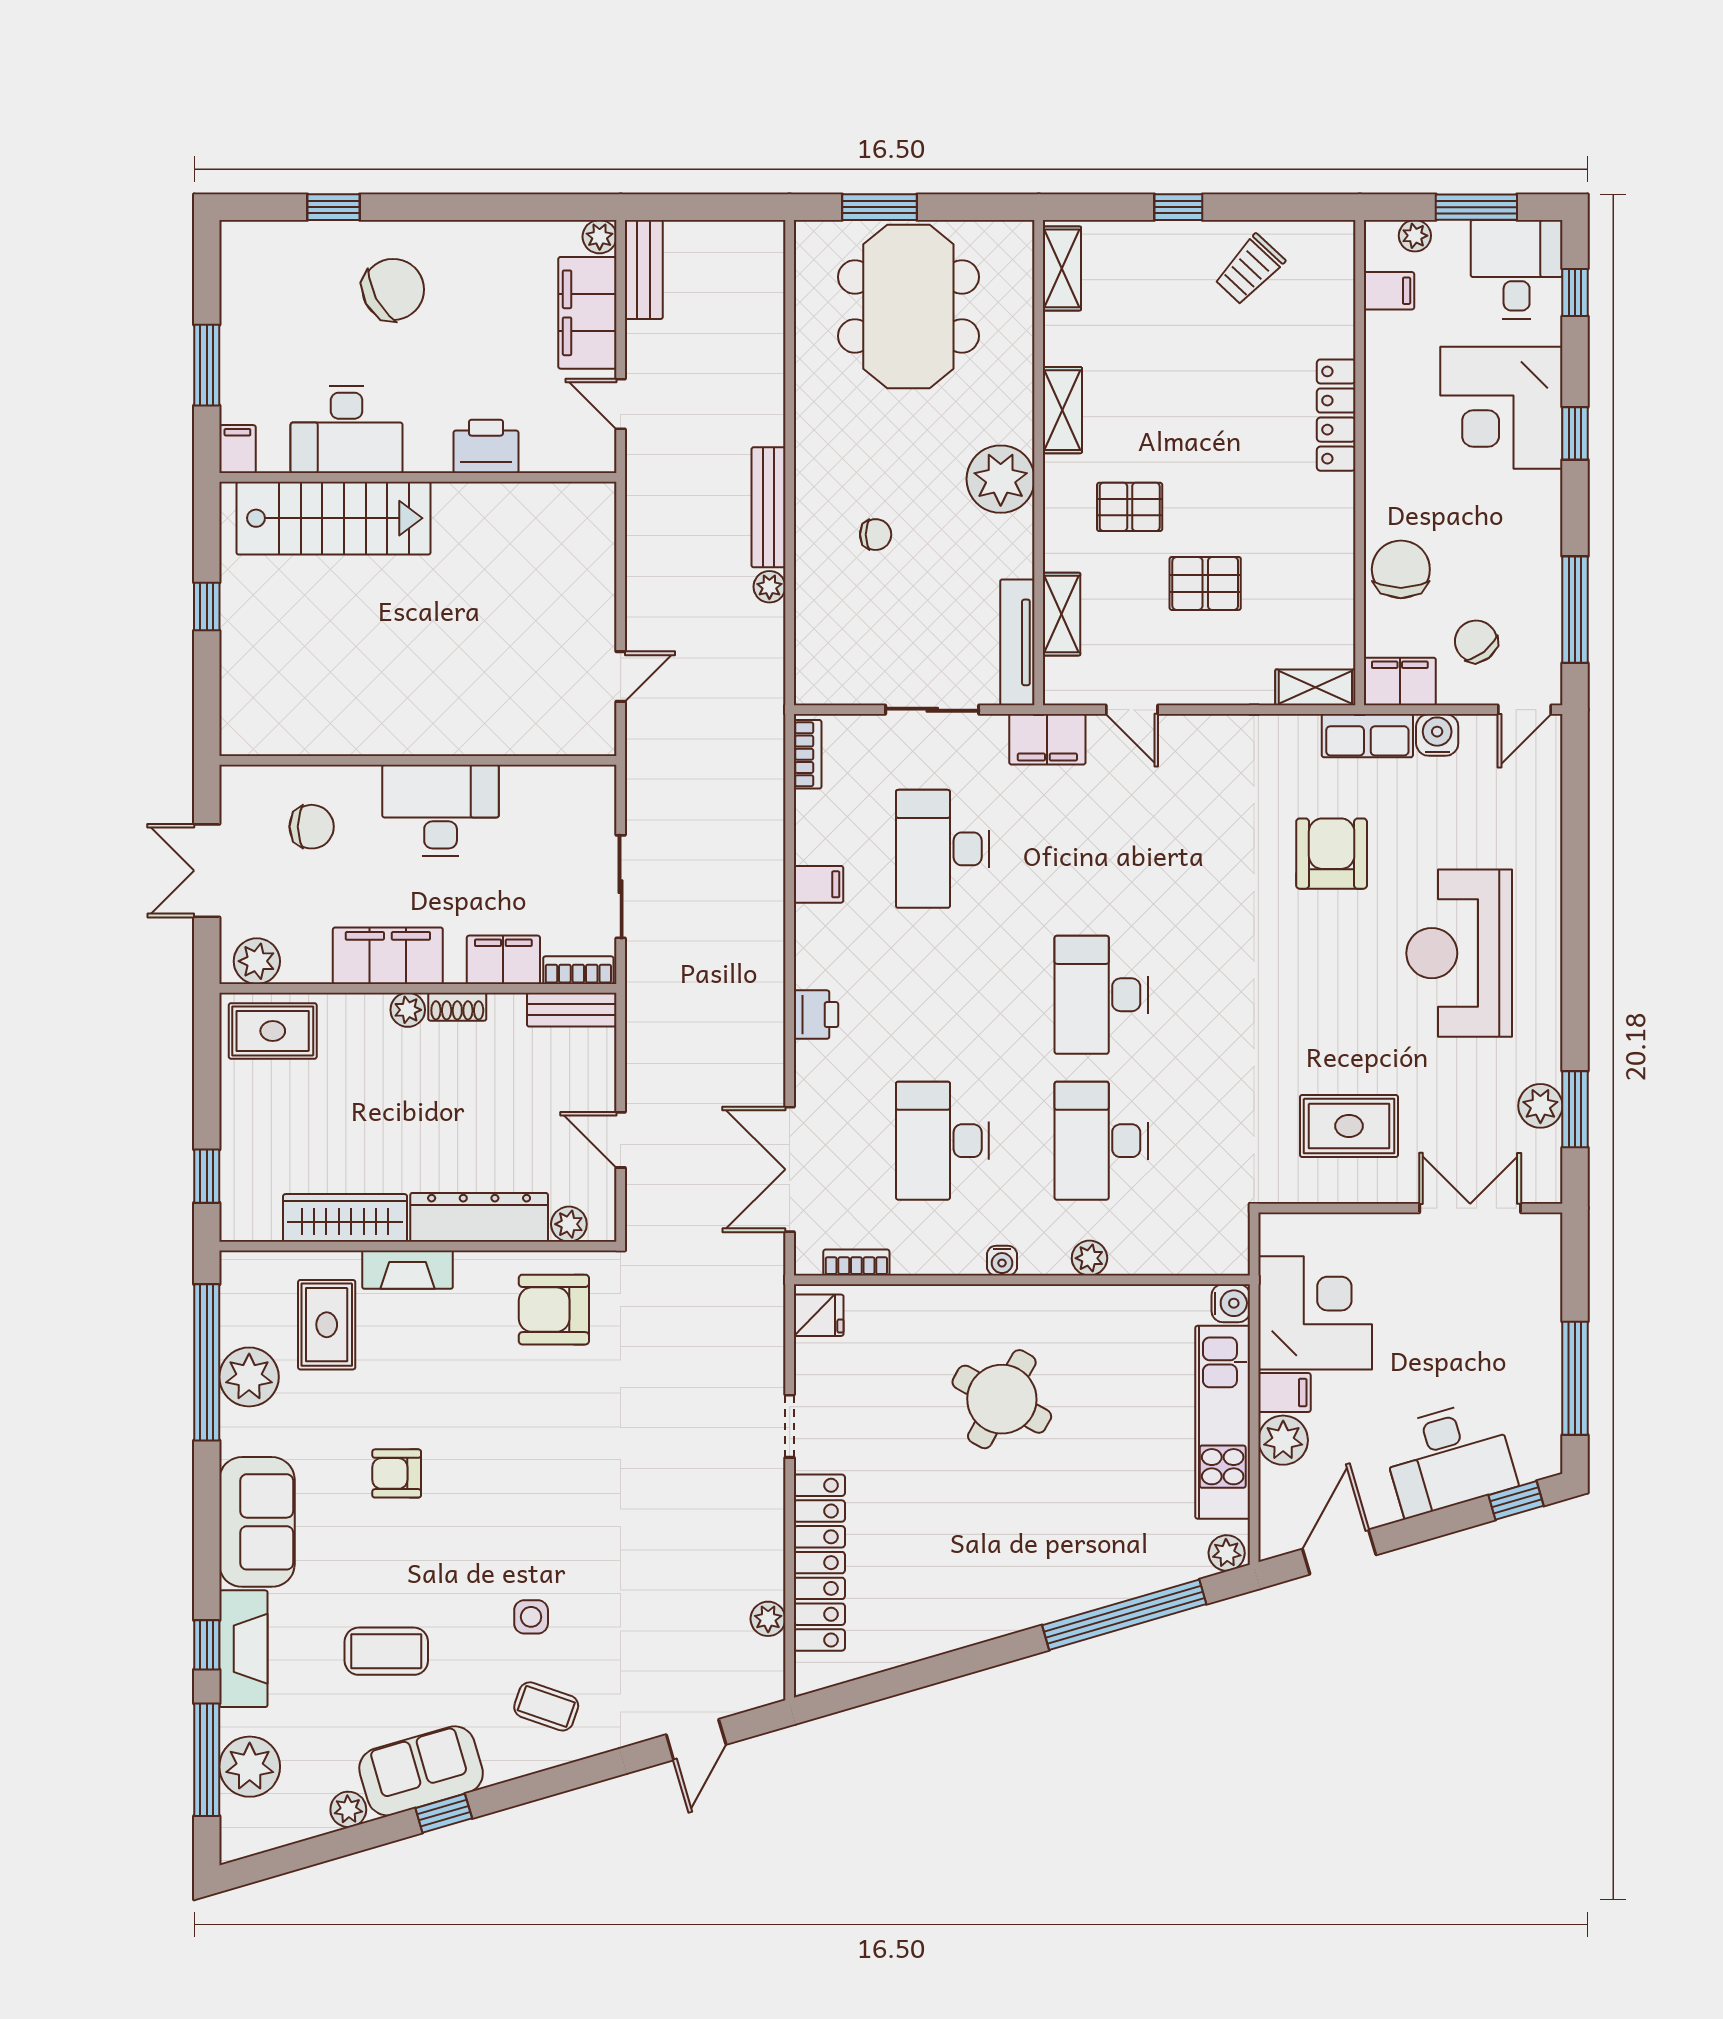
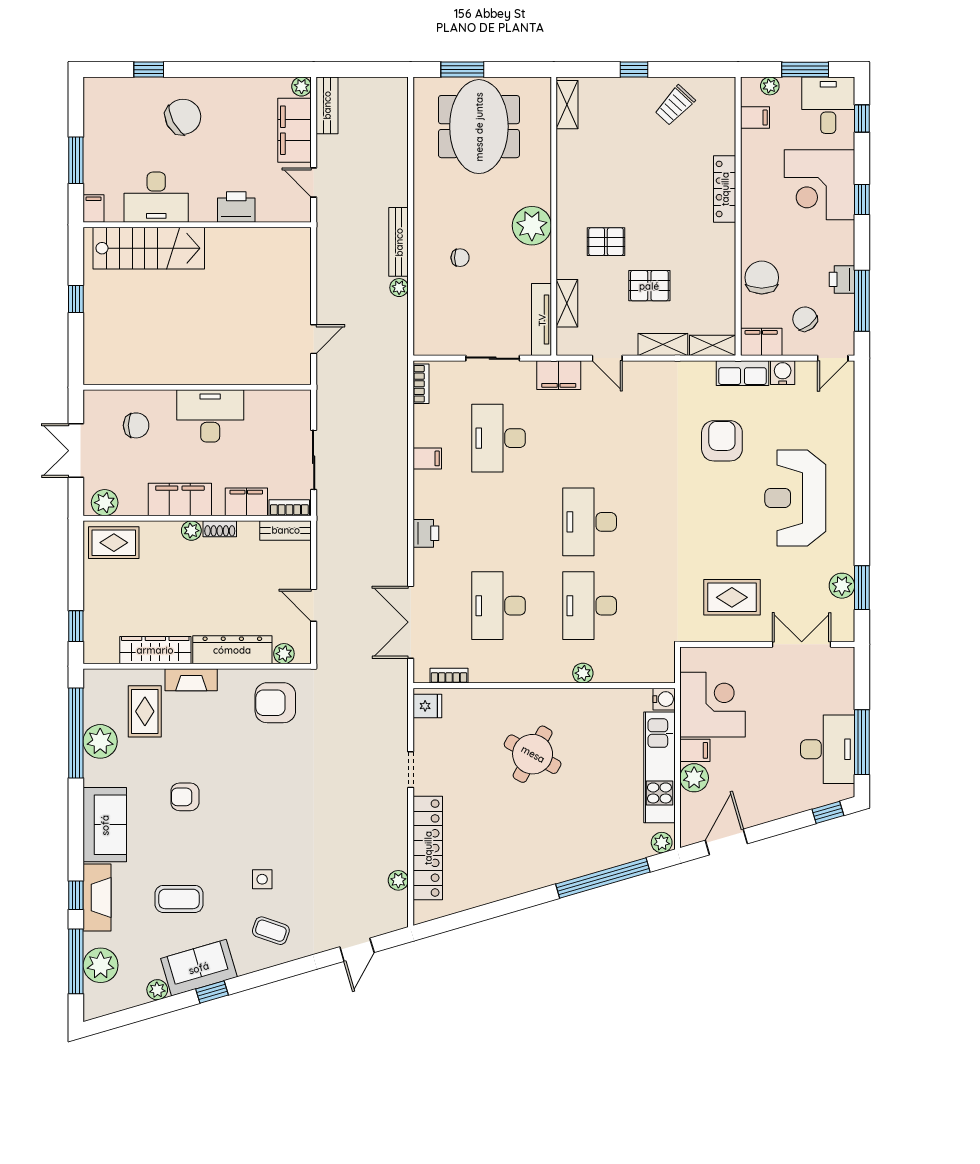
shelving: (1062, 410) -> (663, 345), moved, turned 90
printer: (1540, 573) -> (842, 279), added
water cooler: (1002, 1261) -> (533, 675), removed
desk: (1449, 1458) -> (828, 749), moved, turned -74

